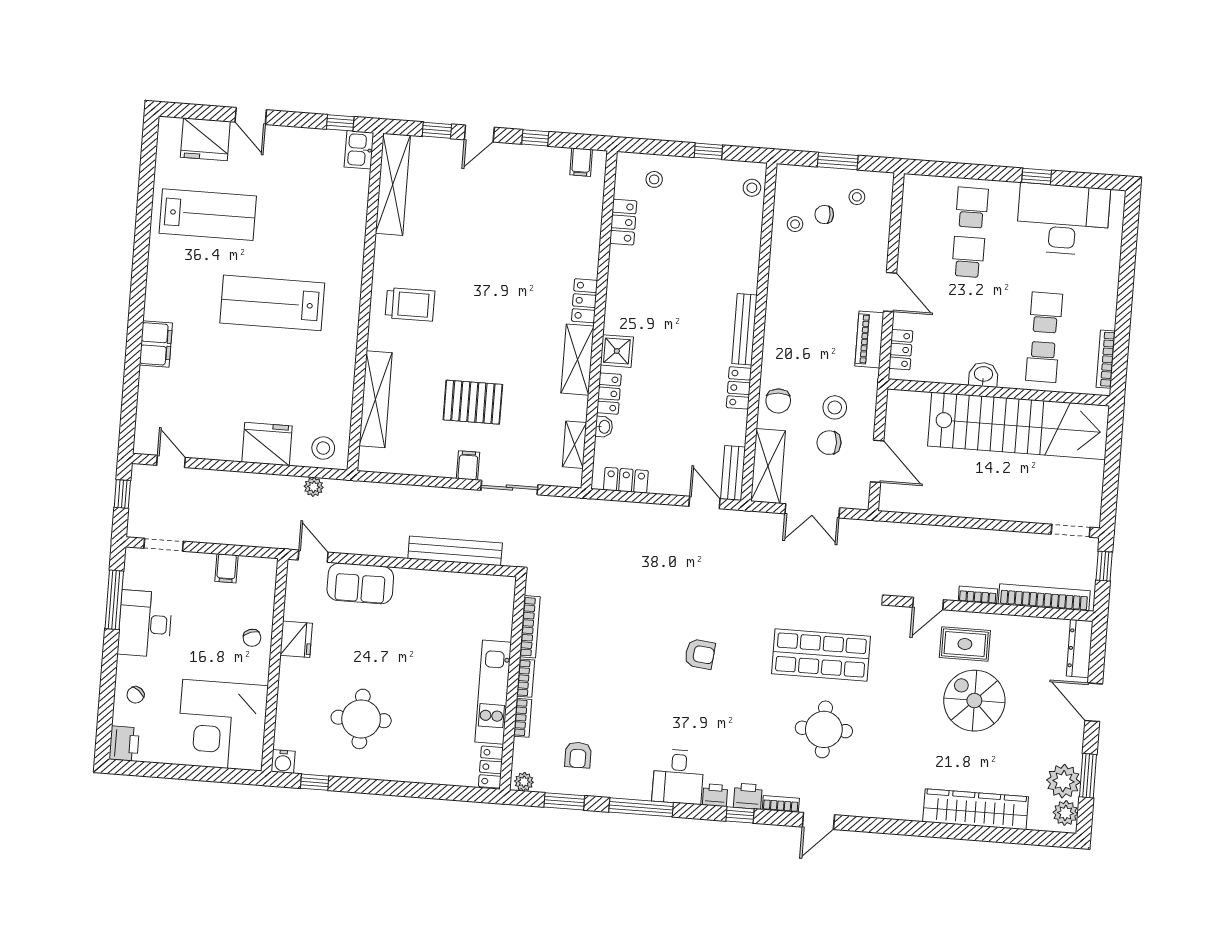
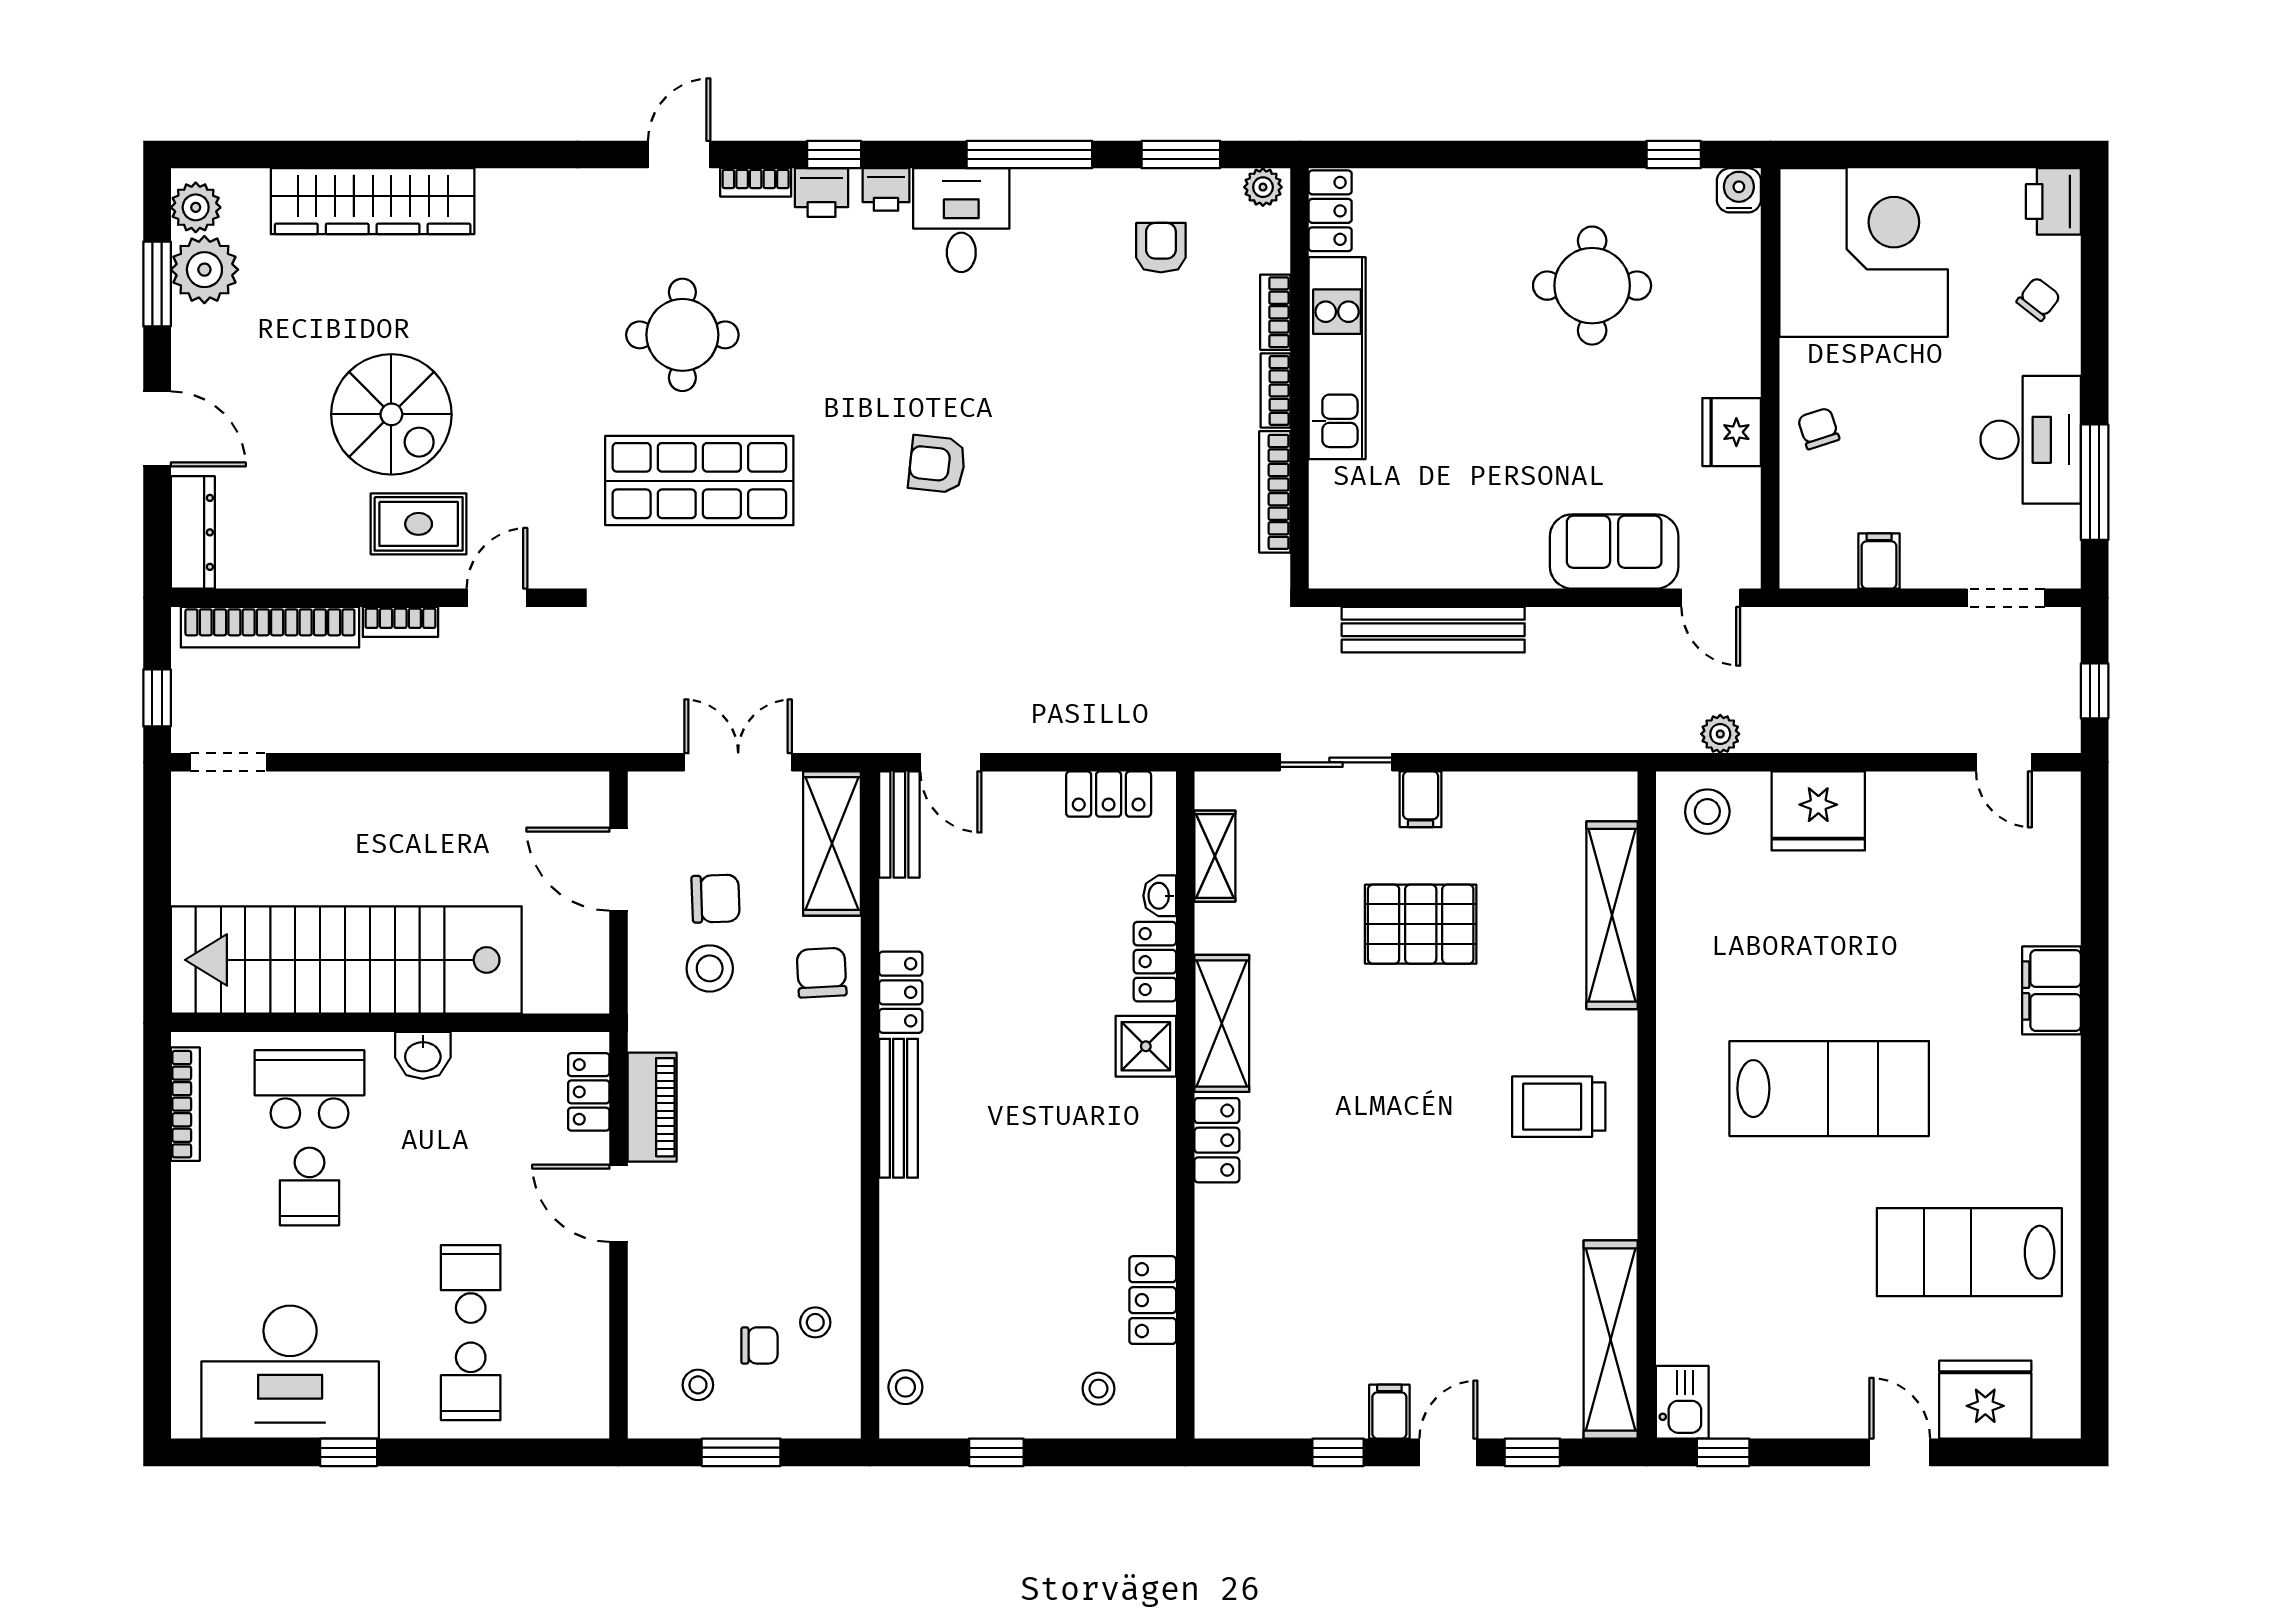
filing cabinet: (581, 162) -> (1389, 1412), moved
school desk: (968, 257) -> (471, 1284), turned 180
school desk: (1042, 362) -> (309, 1089), width x1.85

